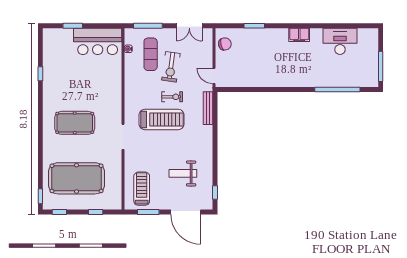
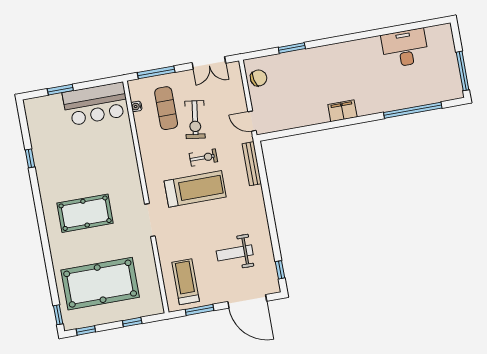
filing cabinet: (299, 35) -> (342, 111), moved, turned 180

